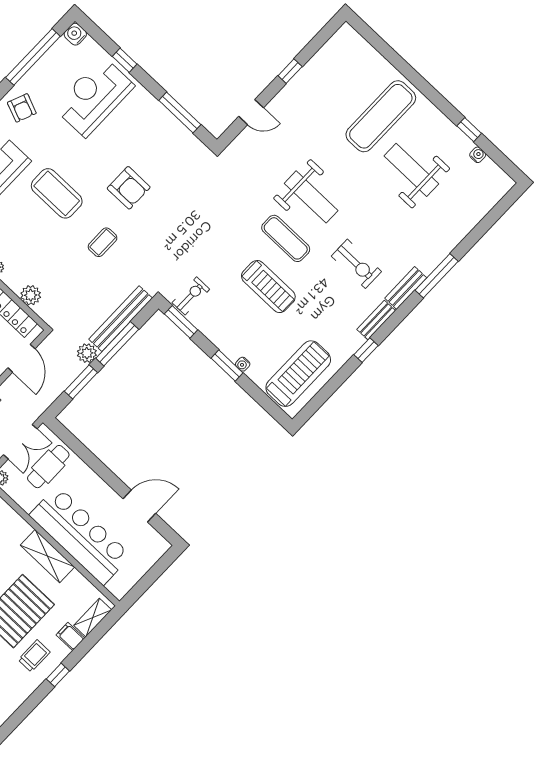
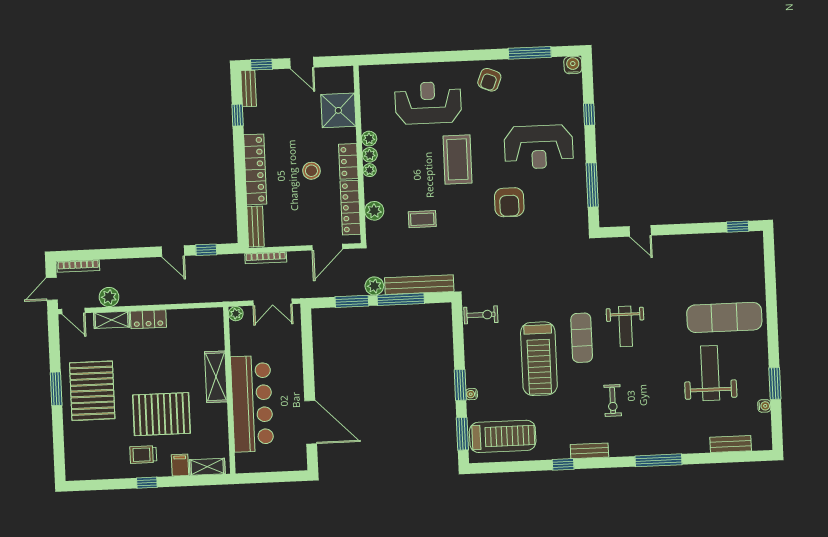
window: (33, 57) -> (530, 53), width x0.68
window: (290, 71) -> (738, 227), moved
reception desk: (94, 97) -> (539, 147), moved, turned 180
window: (469, 130) -> (775, 383), width x1.50
weight bench: (311, 197) -> (626, 326), width x0.73, depth x0.75
coffee table: (103, 242) -> (422, 219), moved
exercise bike: (356, 264) -> (613, 400), width x0.73, depth x0.72
treadmill: (268, 287) -> (539, 359), width x1.37, depth x1.38
bench: (406, 288) -> (731, 444), moved
window: (181, 322) -> (462, 434), moved
cafe table: (48, 467) -> (275, 337), removed
door: (139, 506) -> (311, 422), width x1.36
shelving: (47, 556) -> (216, 377), moved
trolley: (34, 656) -> (143, 455), turned 180

